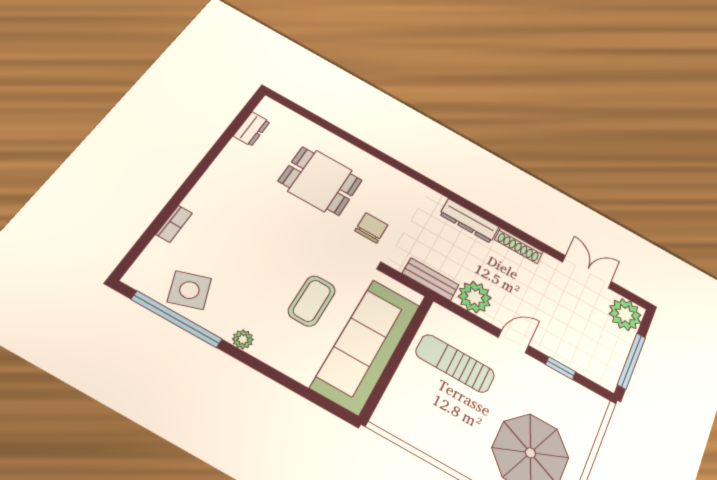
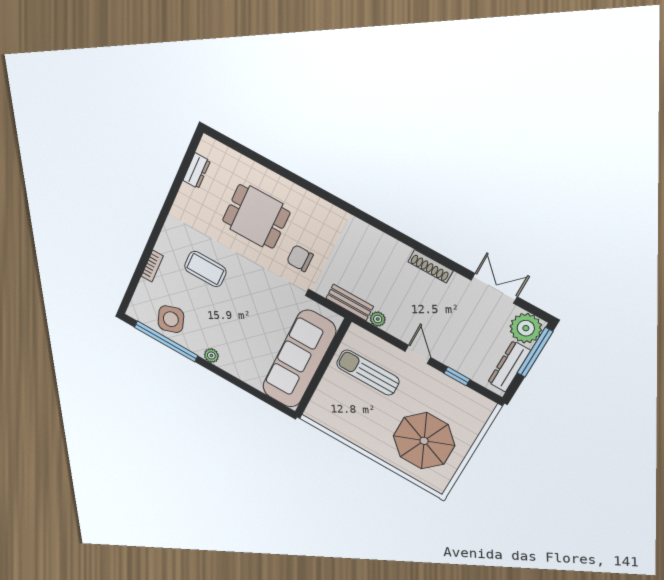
dresser: (469, 221) -> (509, 366), moved, turned 90
chair: (371, 228) -> (300, 258), turned -90
plant: (475, 297) -> (378, 319), width x0.53, depth x0.53
coffee table: (312, 301) -> (205, 269), moved, turned 90
door: (513, 342) -> (418, 354), hinge flipped
window: (631, 361) -> (535, 352), moved

